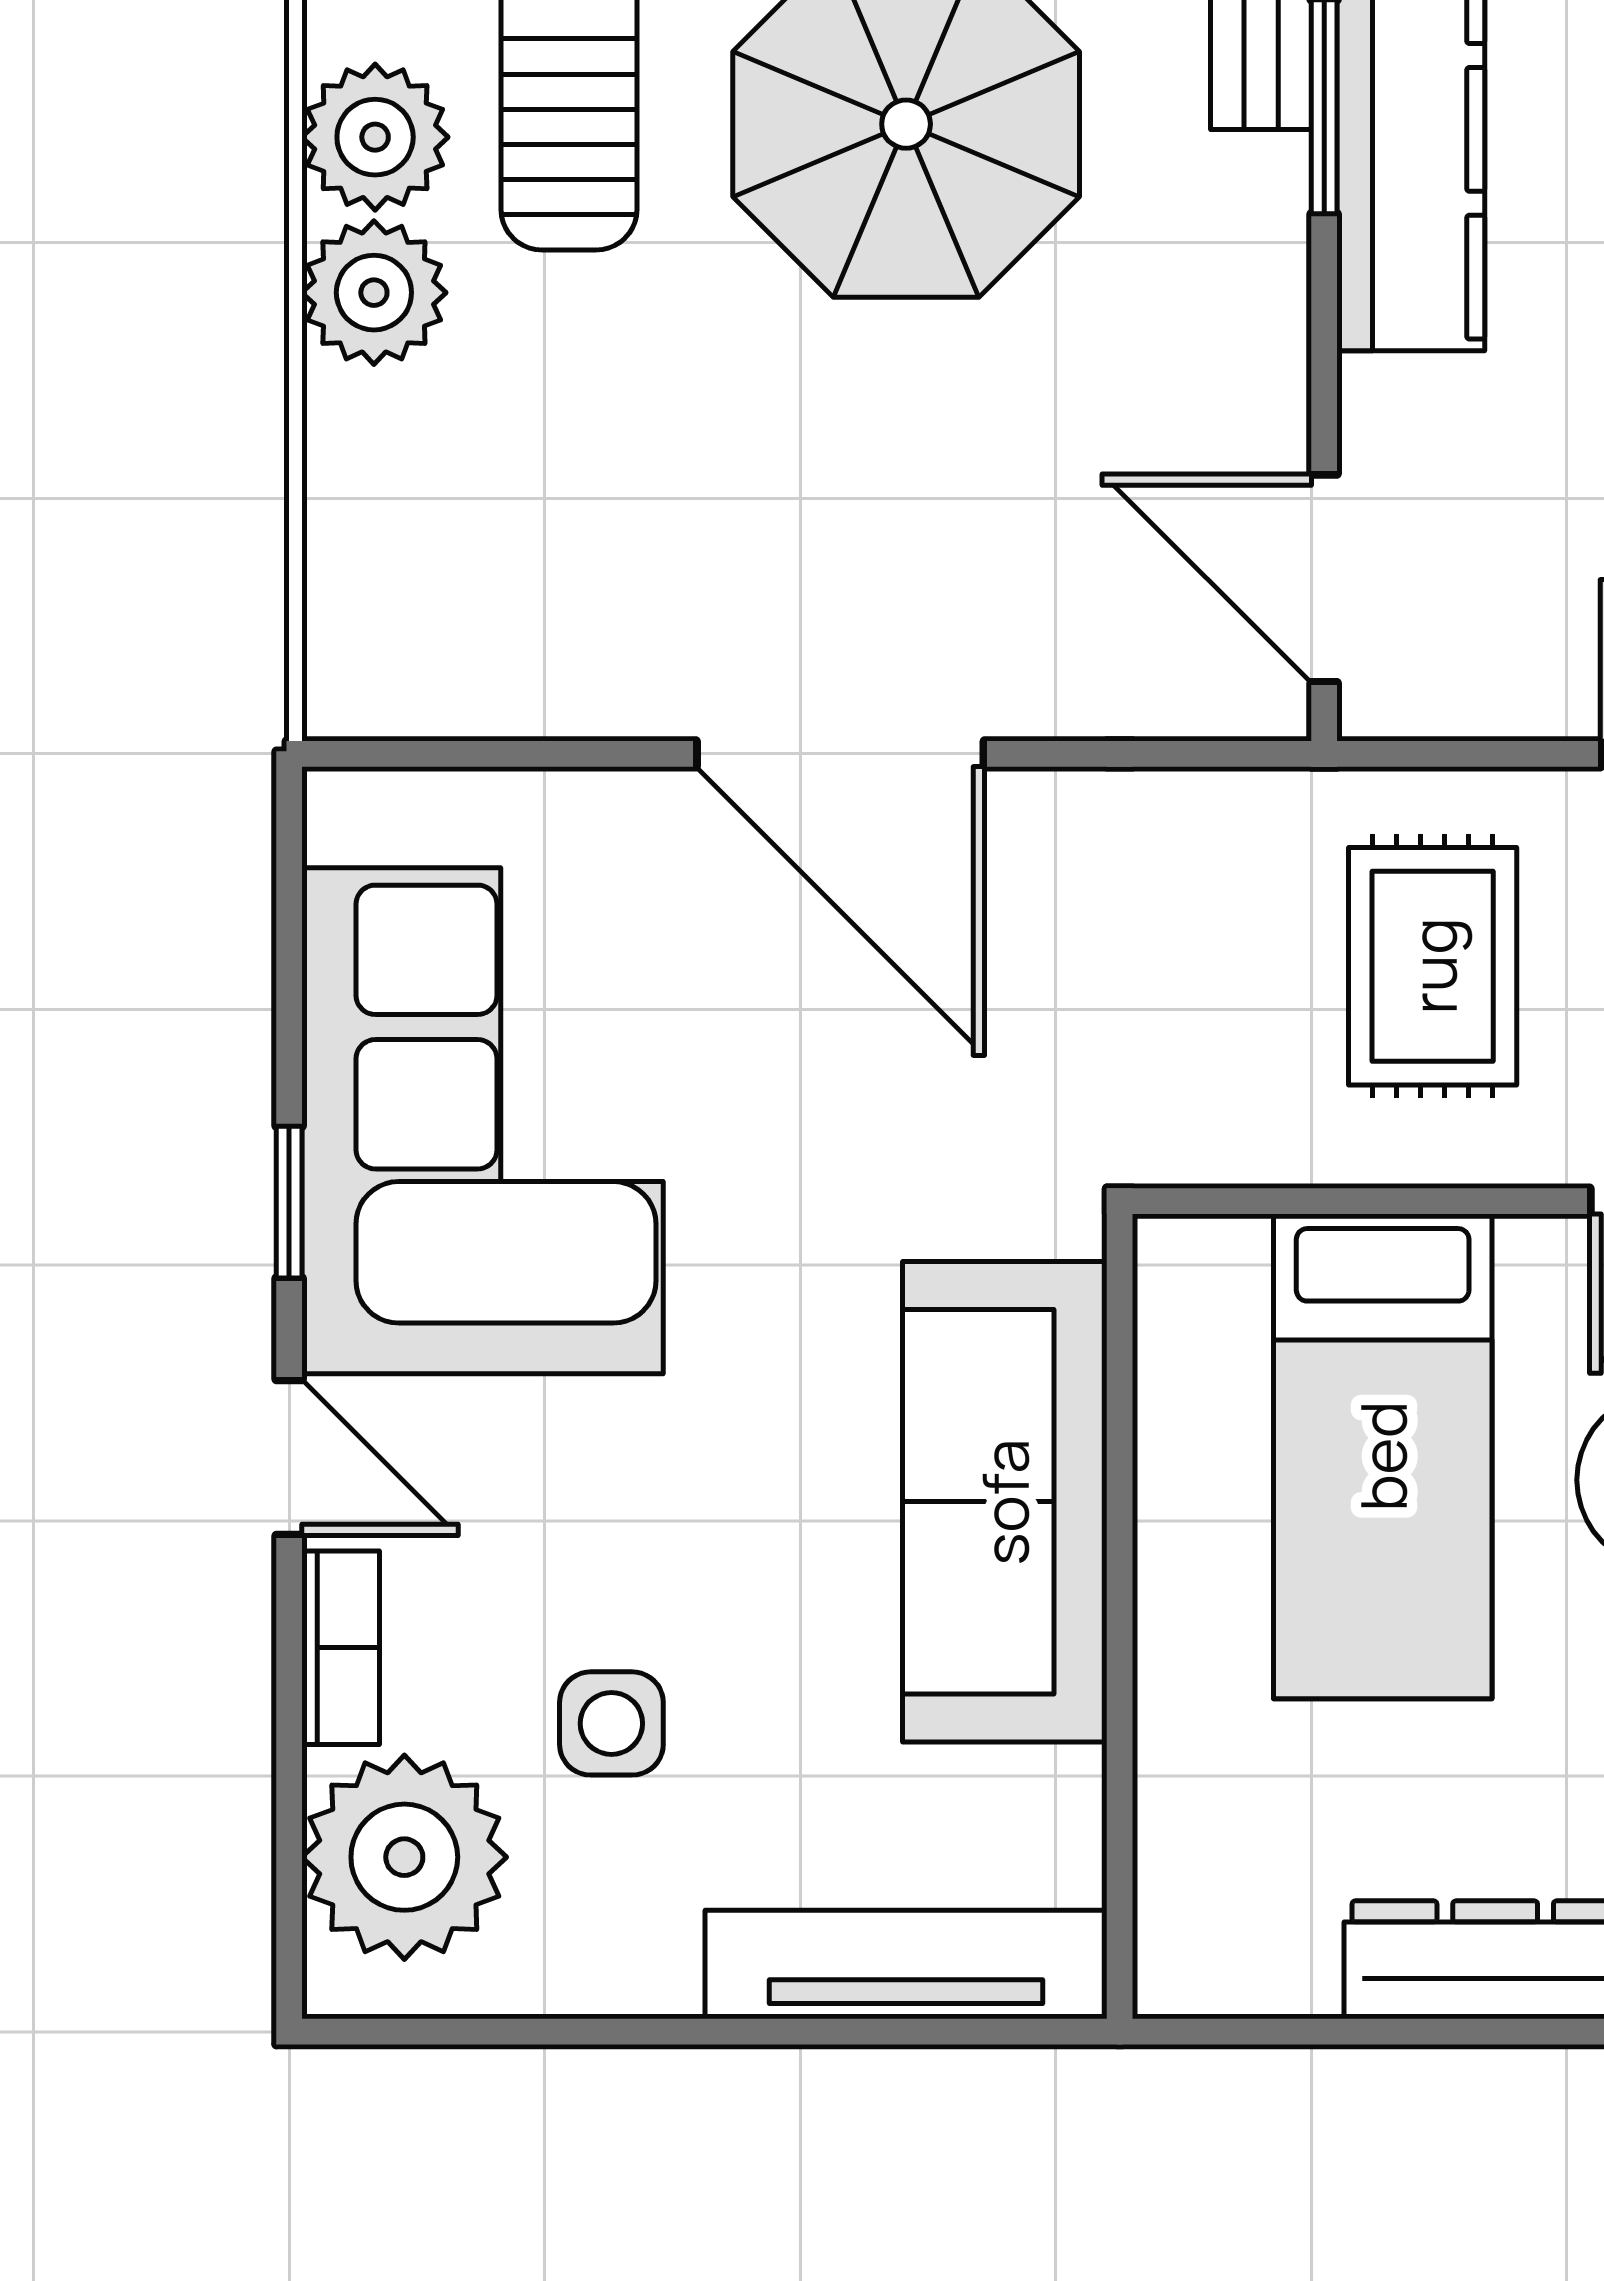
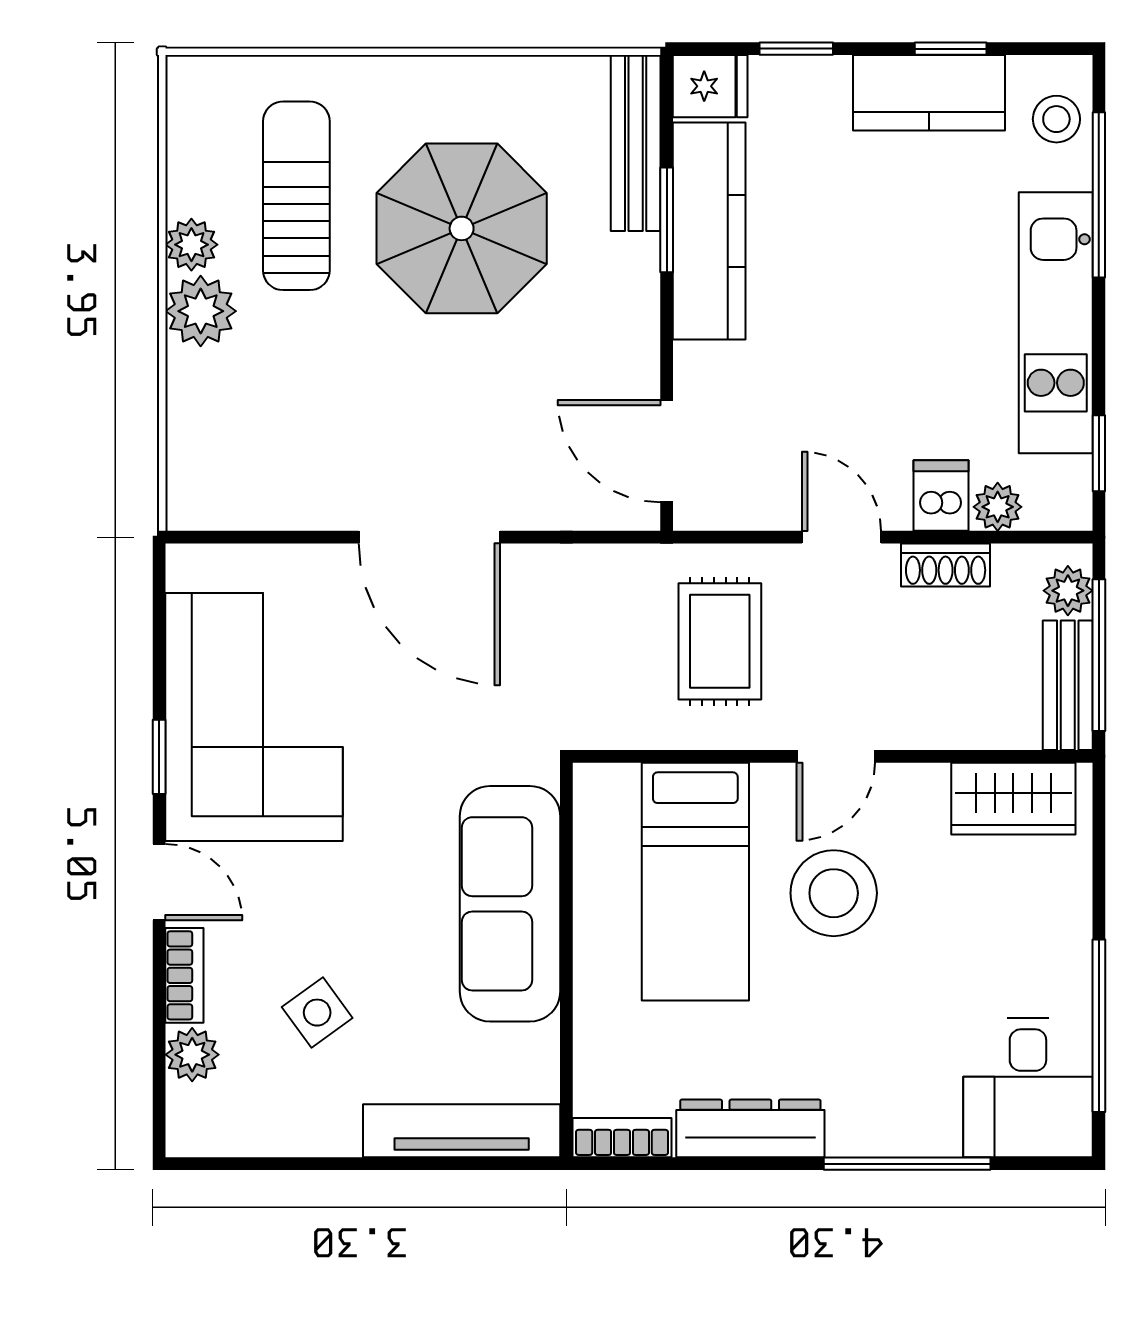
plant: (375, 137) -> (191, 245), width x0.73, depth x0.73
side table: (611, 1723) -> (317, 1013), turned -36
plant: (404, 1857) -> (192, 1055), width x0.53, depth x0.53
bookcase: (1233, 1979) -> (622, 1138), added

